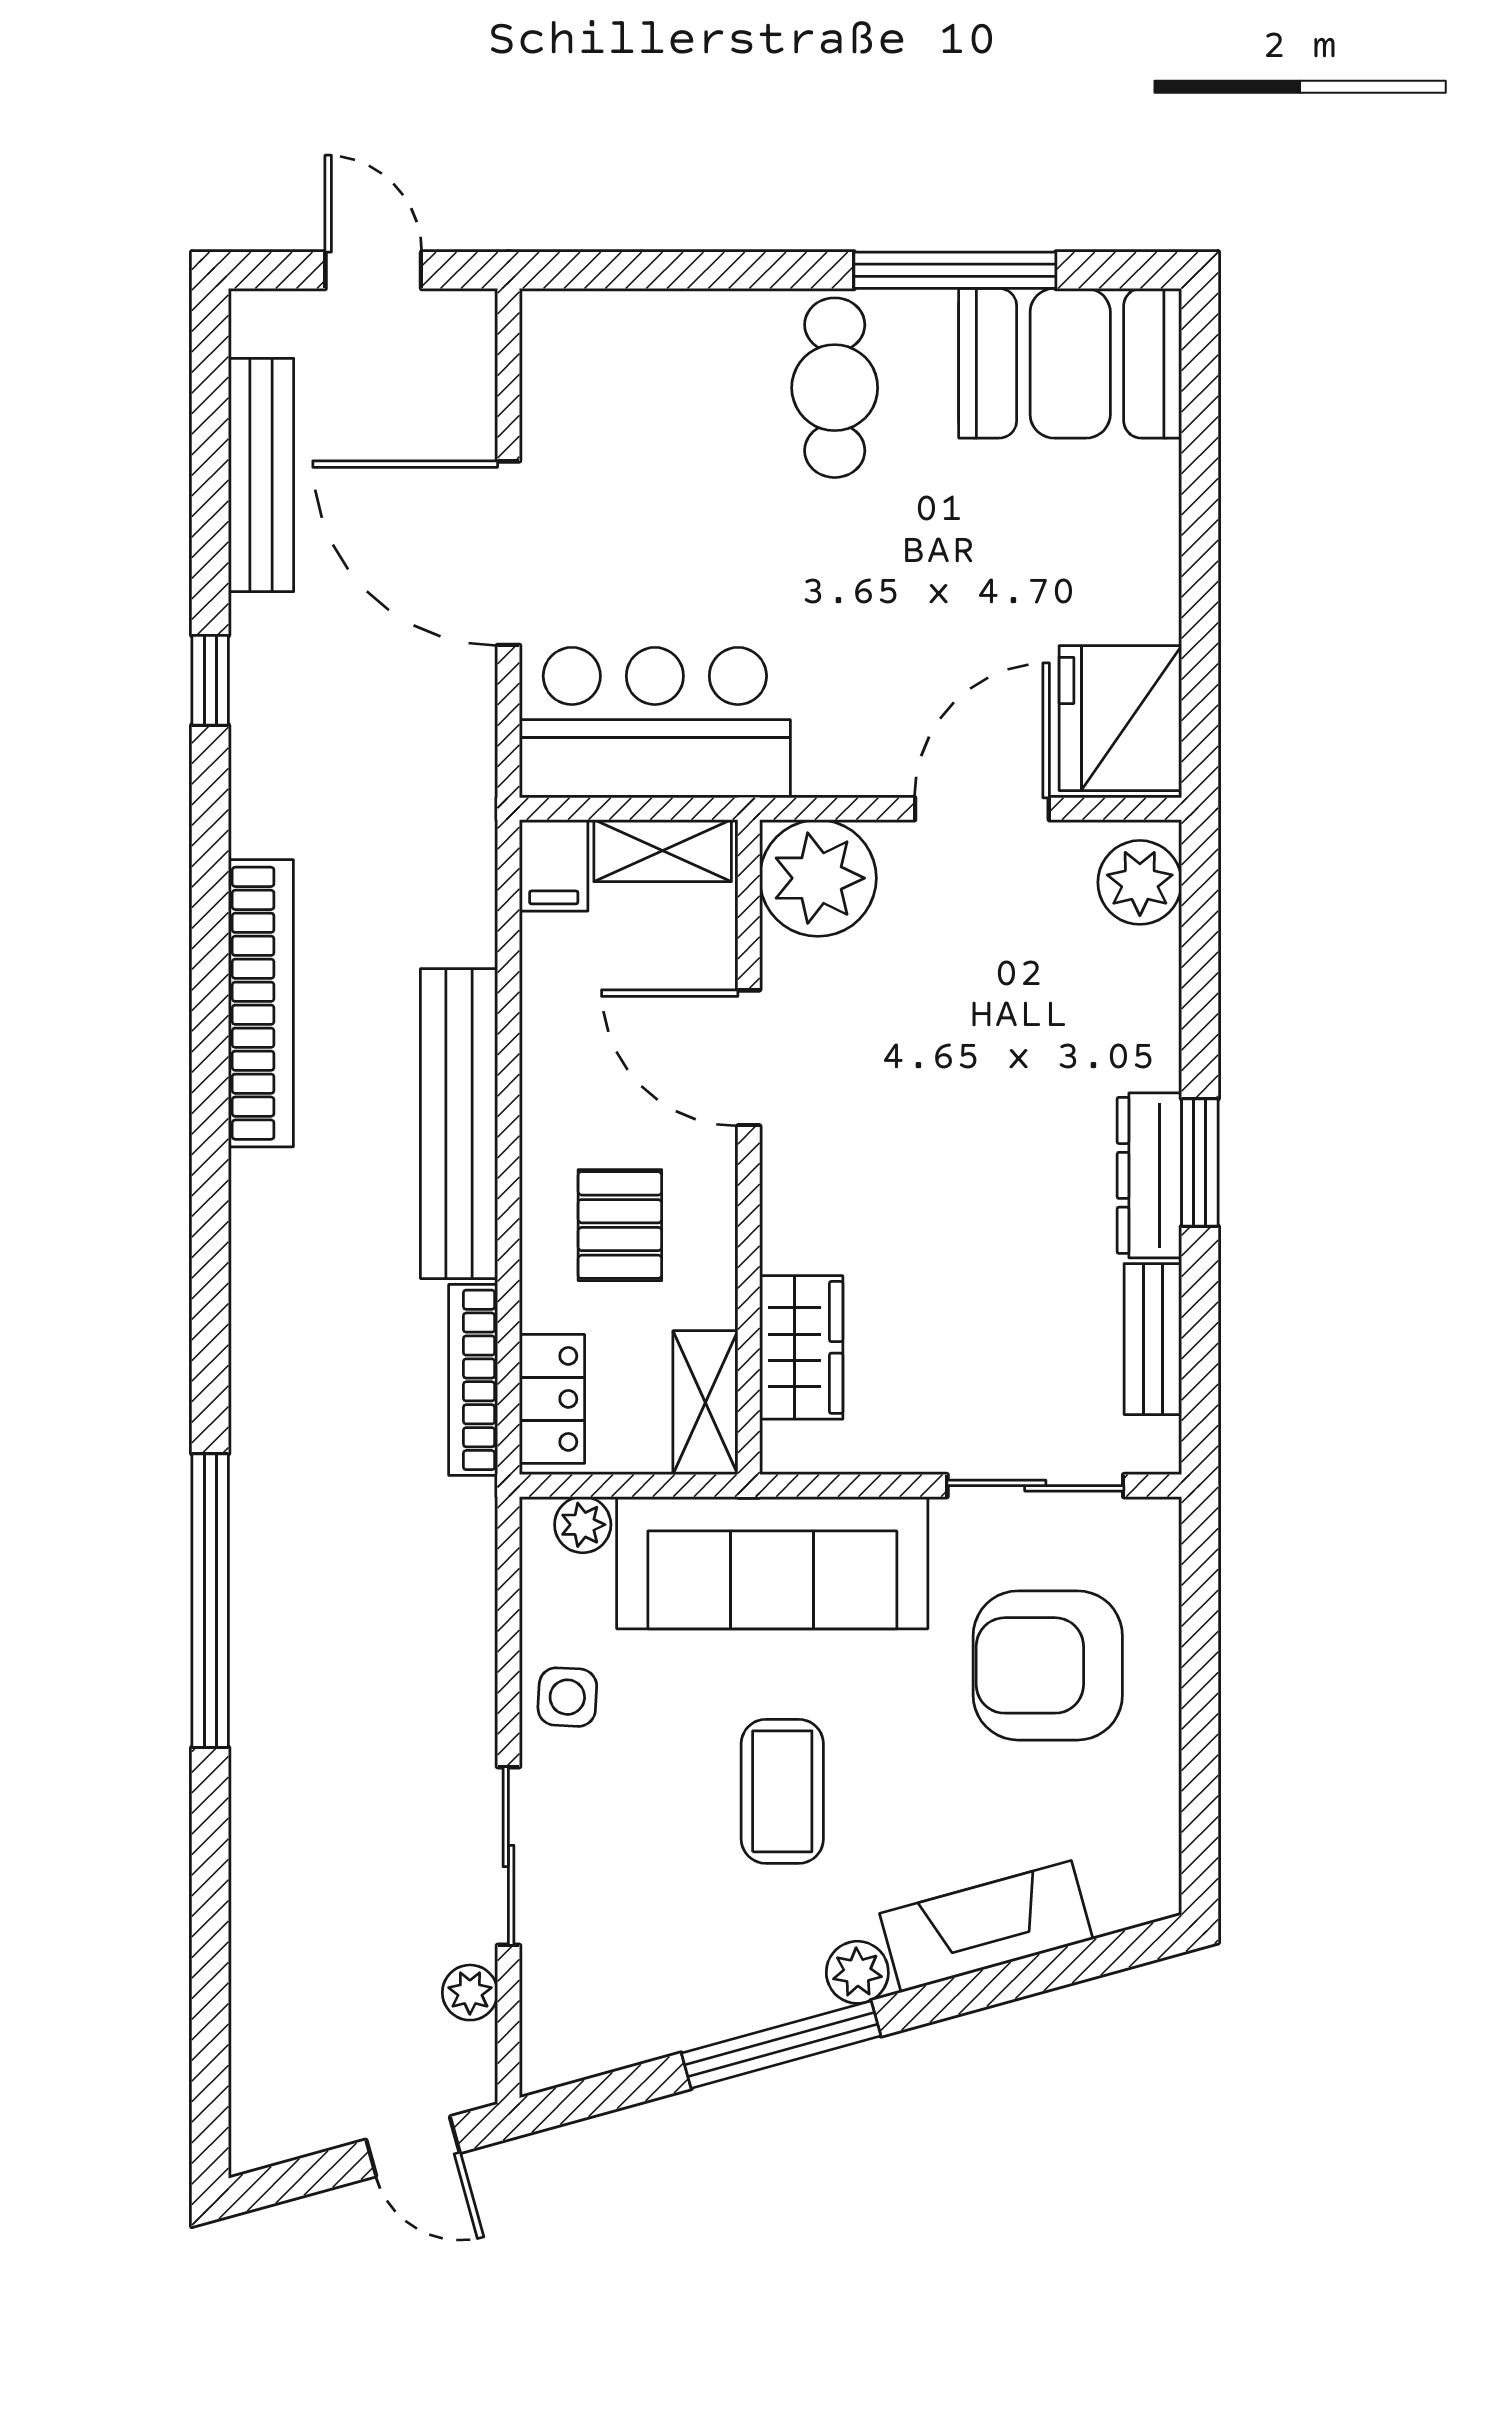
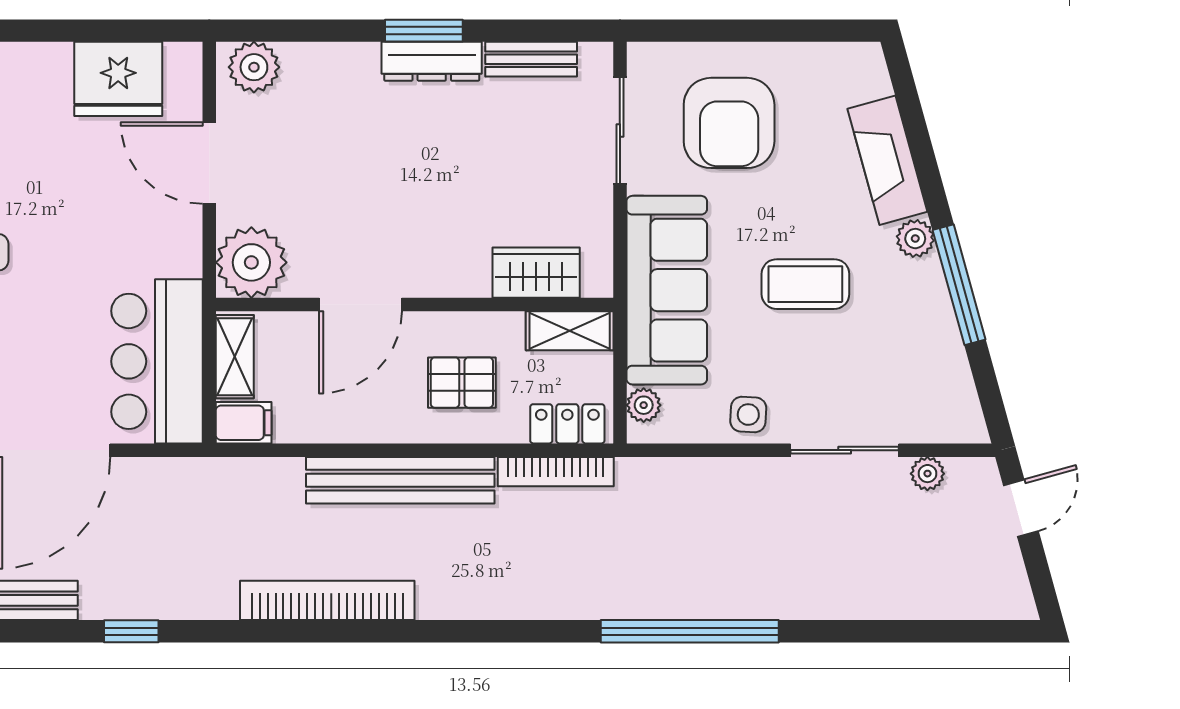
fridge: (1120, 718) -> (118, 79), moved

